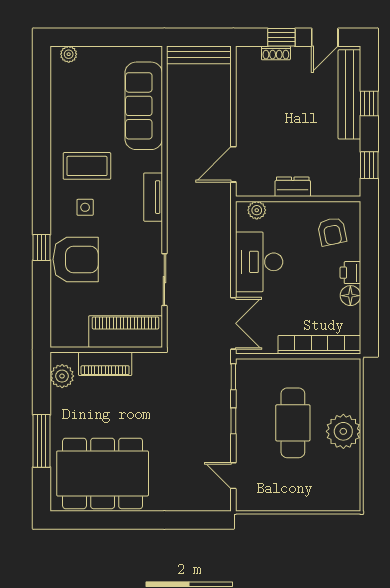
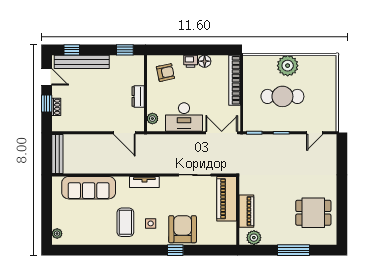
window: (369, 103) -> (72, 50), moved
dining table: (103, 473) -> (313, 213), width x0.53, depth x0.80

